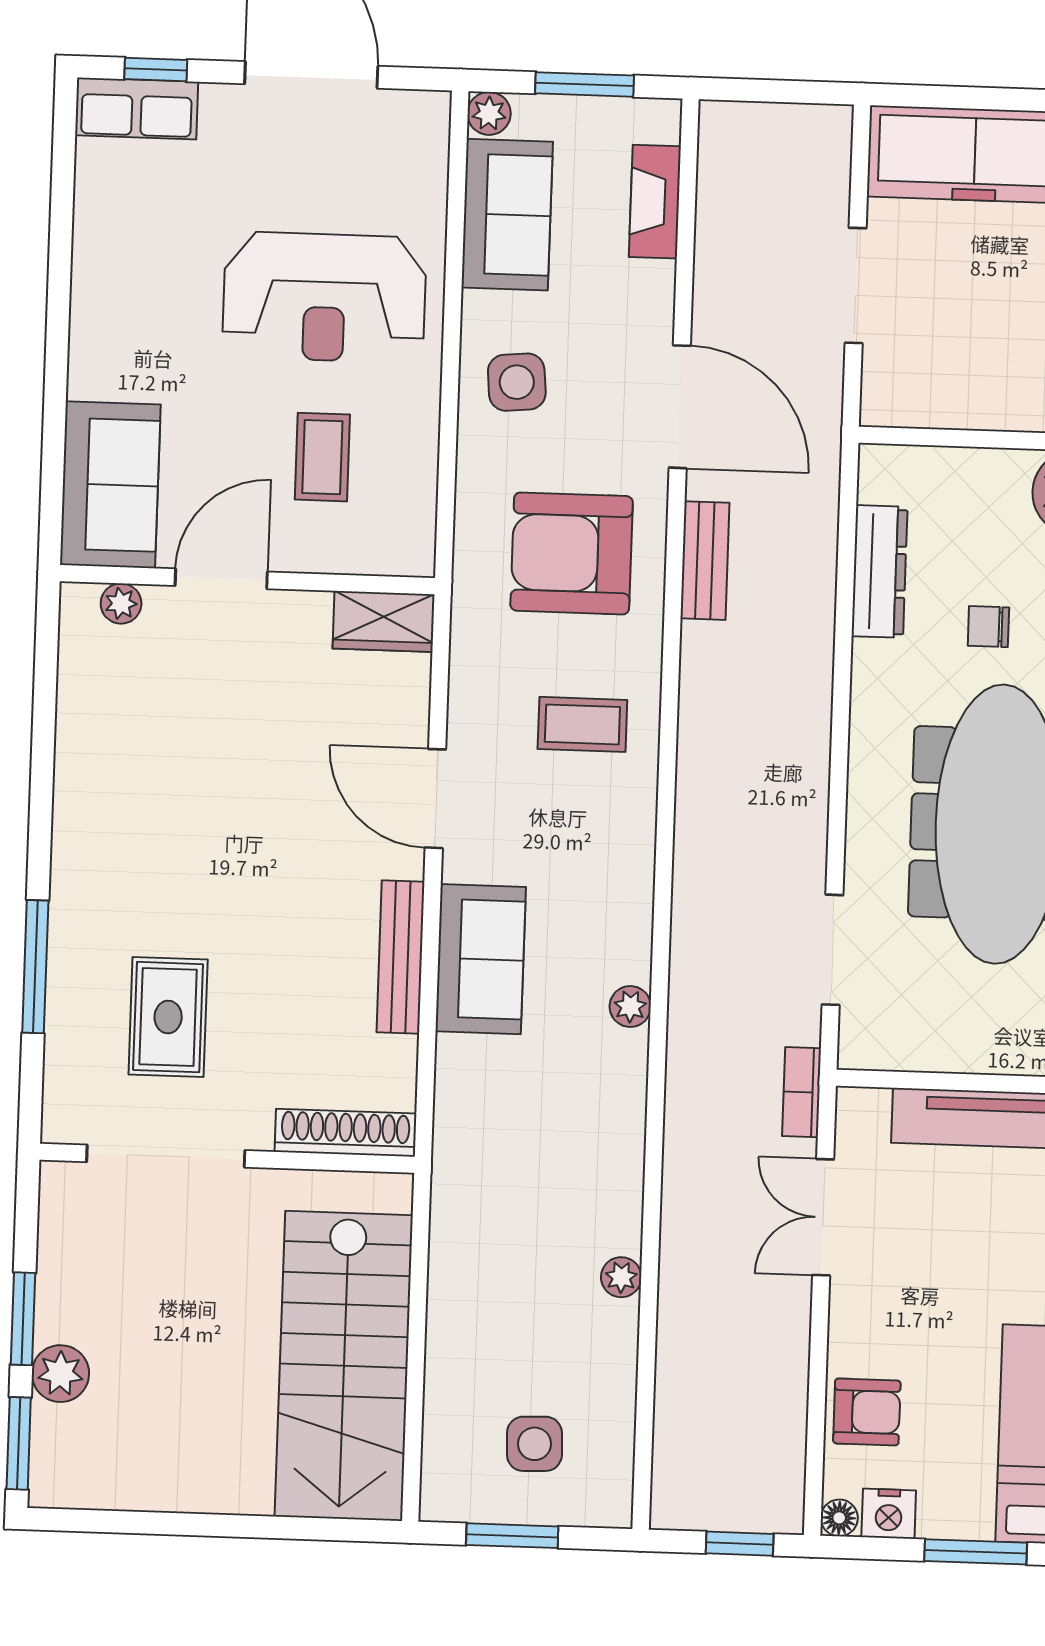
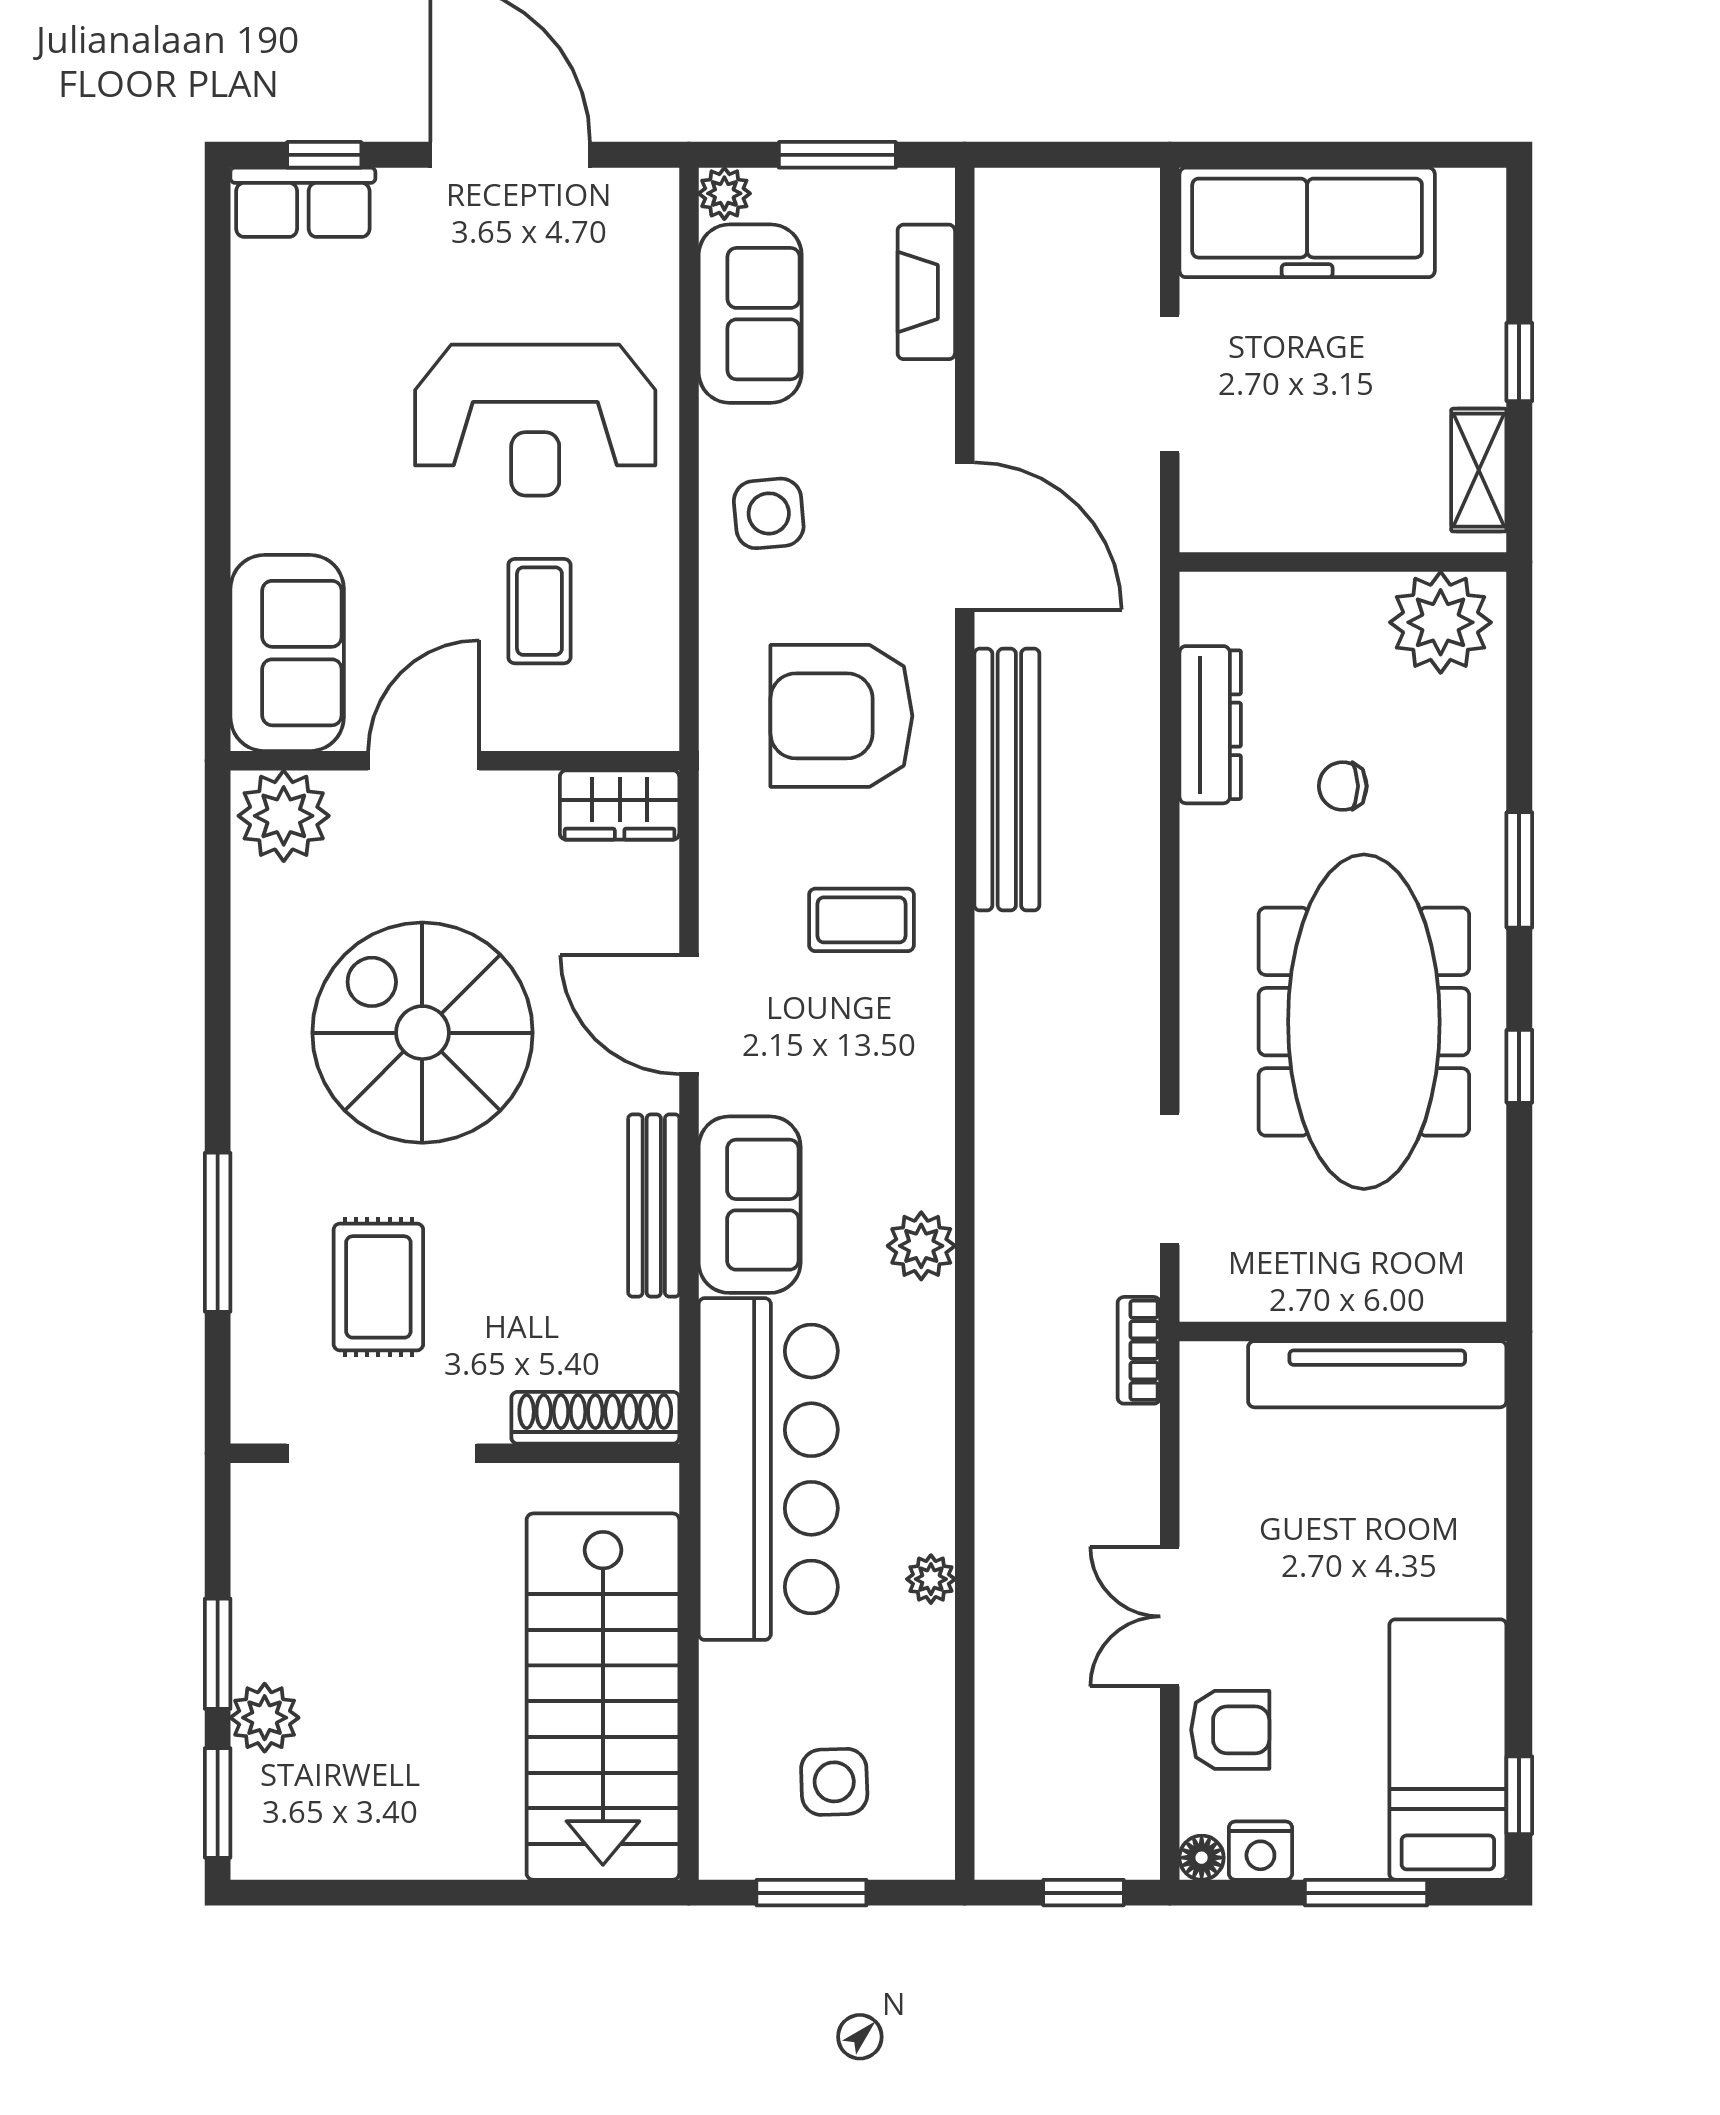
bench: (705, 561) -> (1007, 780), width x1.86, depth x1.21
plant: (121, 604) -> (284, 816), width x1.88, depth x1.88
spiral stairs: (212, 806) -> (422, 1033), added
plant: (630, 1006) -> (921, 1246), width x1.38, depth x1.38
bar counter: (488, 1181) -> (768, 1469), added
double door: (823, 1217) -> (1170, 1616), moved

